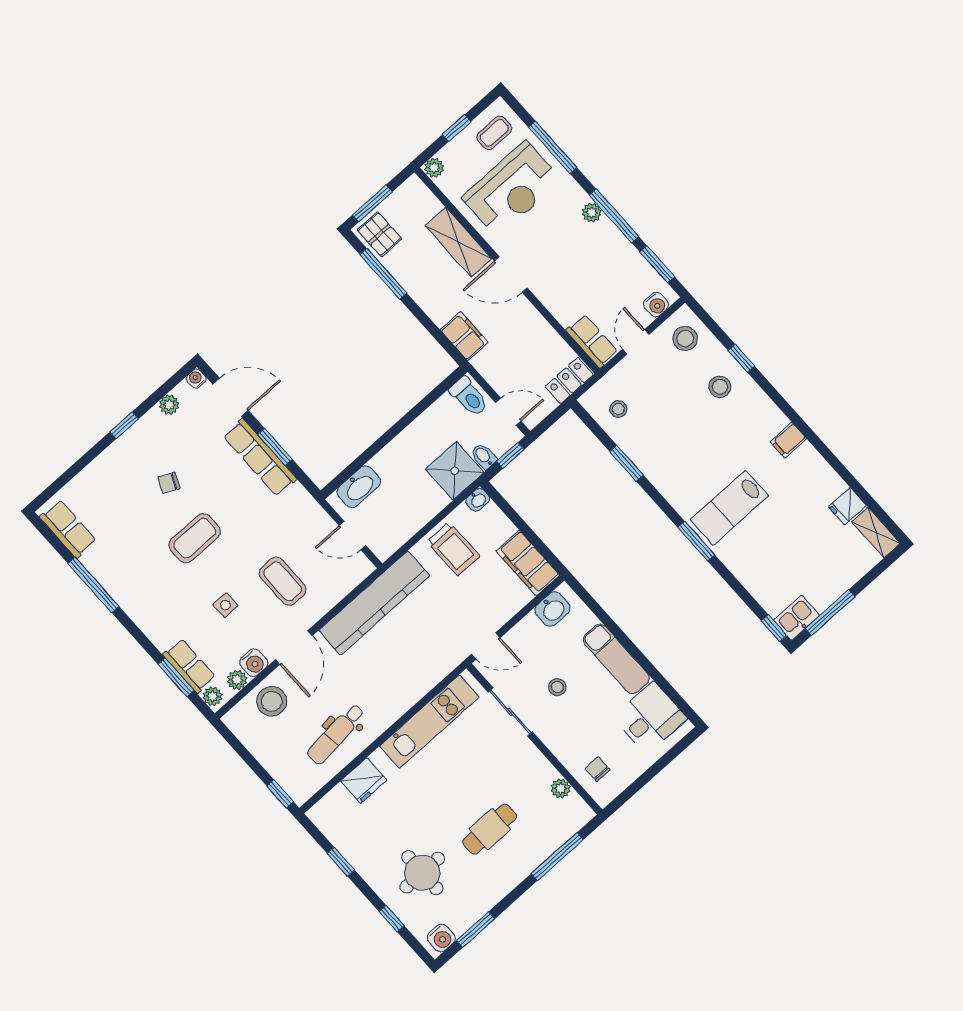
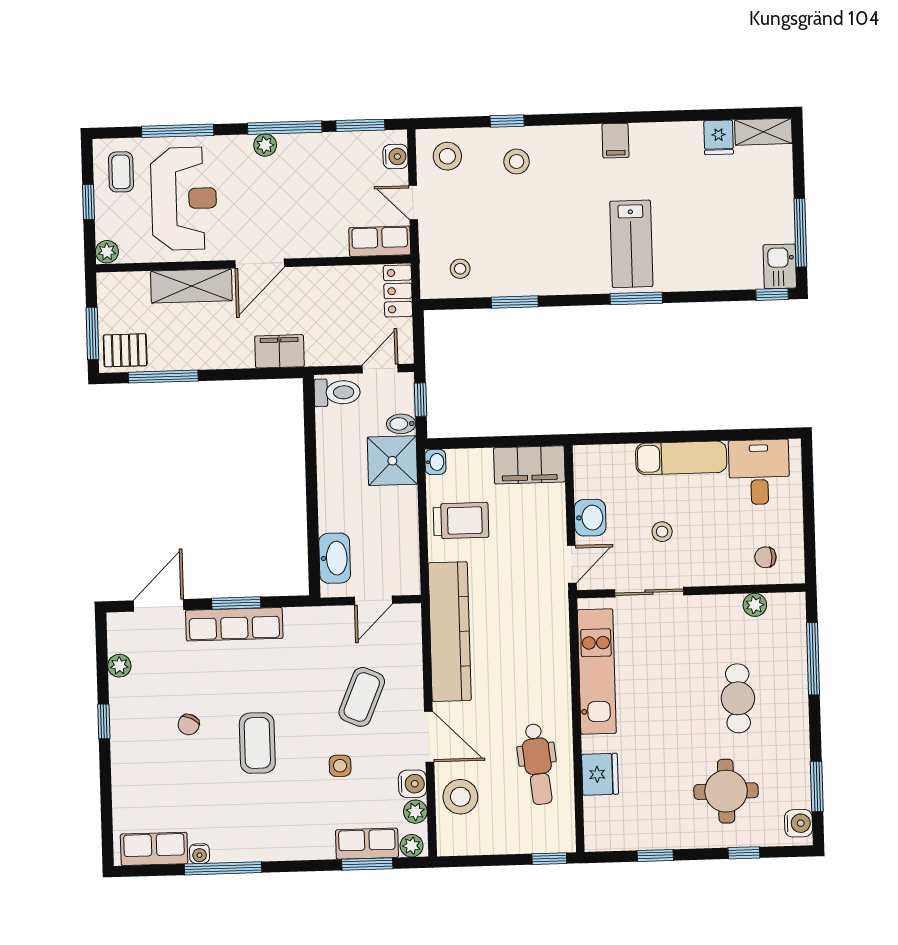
water cooler: (196, 379) -> (199, 854), moved, turned -90
coffee table: (283, 581) -> (362, 697), turned -67
washbasin: (553, 609) -> (590, 518), moved

